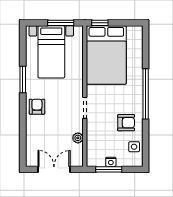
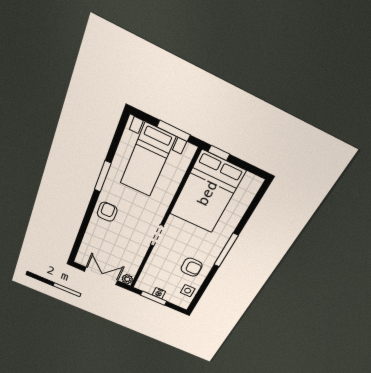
window: (146, 94) -> (226, 250), width x0.68
plant: (78, 138) -> (127, 279), moved

